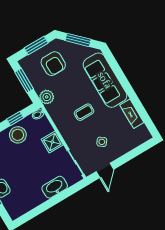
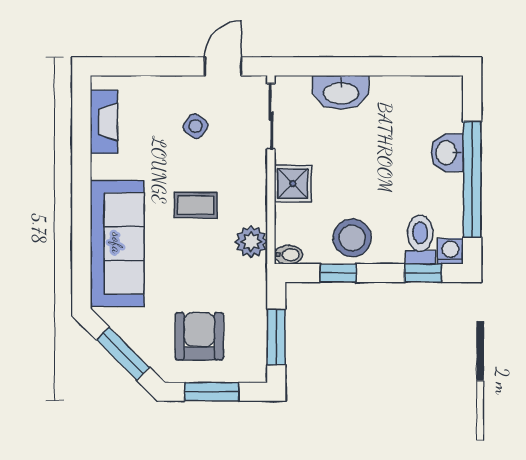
plant: (47, 97) -> (251, 242), moved
fireplace: (132, 114) -> (104, 122), moved

